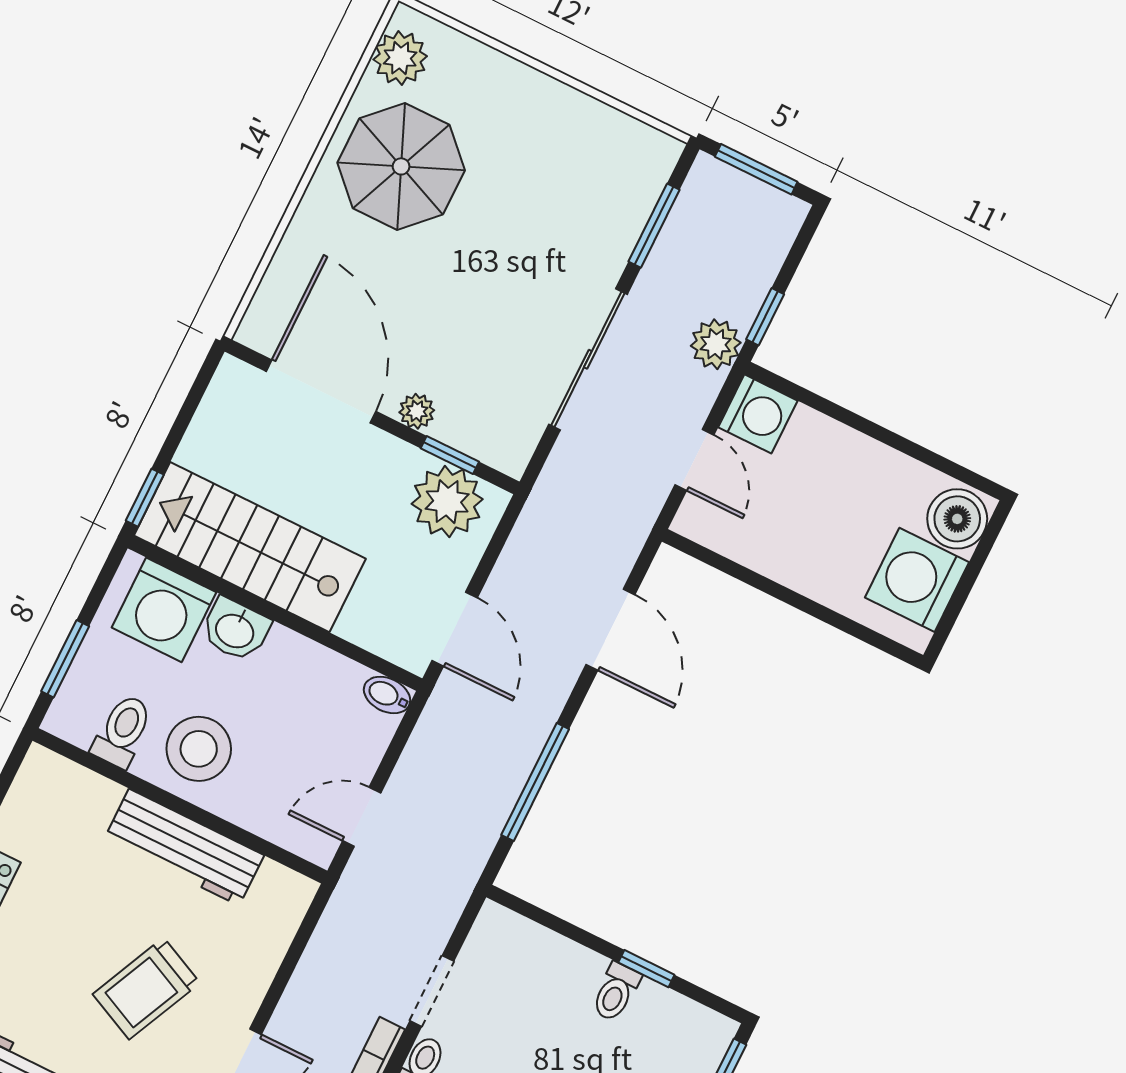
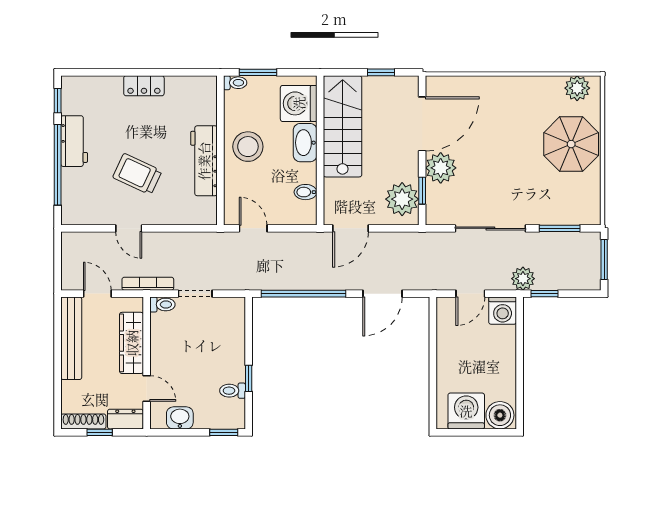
parasol: (401, 166) -> (571, 144), moved
plant: (417, 411) -> (441, 168), width x1.88, depth x1.88
window: (145, 498) -> (381, 72), moved
washbasin: (235, 630) -> (305, 143), width x1.38
bidet: (387, 695) -> (306, 192), moved, turned -90
toilet: (122, 731) -> (235, 83), moved, width x0.73, depth x0.72
window: (535, 782) -> (303, 294), width x1.46
toilet: (616, 992) -> (233, 391), moved

